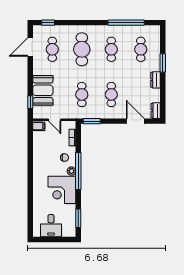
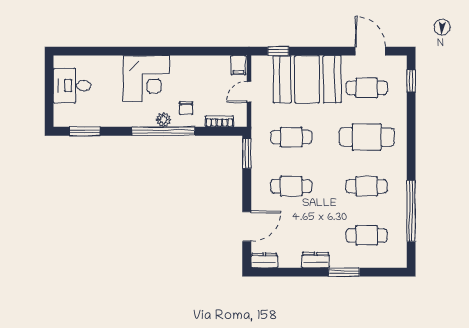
booth: (43, 90) -> (307, 79), width x1.36, depth x1.42
corner desk: (62, 190) -> (146, 78), moved, turned 180

